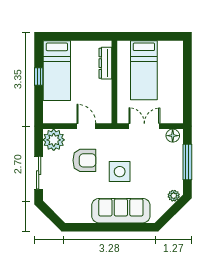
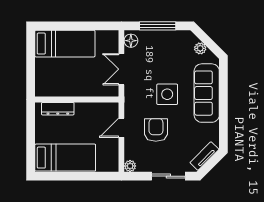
bed: (144, 70) -> (65, 44), moved
window: (39, 77) -> (71, 176), removed
plant: (54, 140) -> (130, 166), width x0.53, depth x0.53
plant: (174, 196) -> (200, 48), moved
tv unit: (58, 208) -> (204, 156), added

